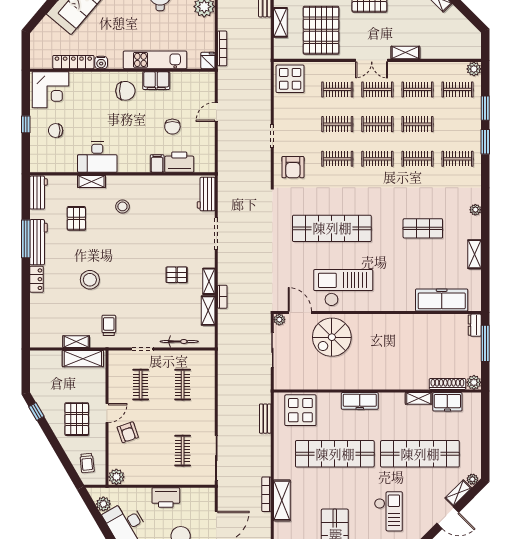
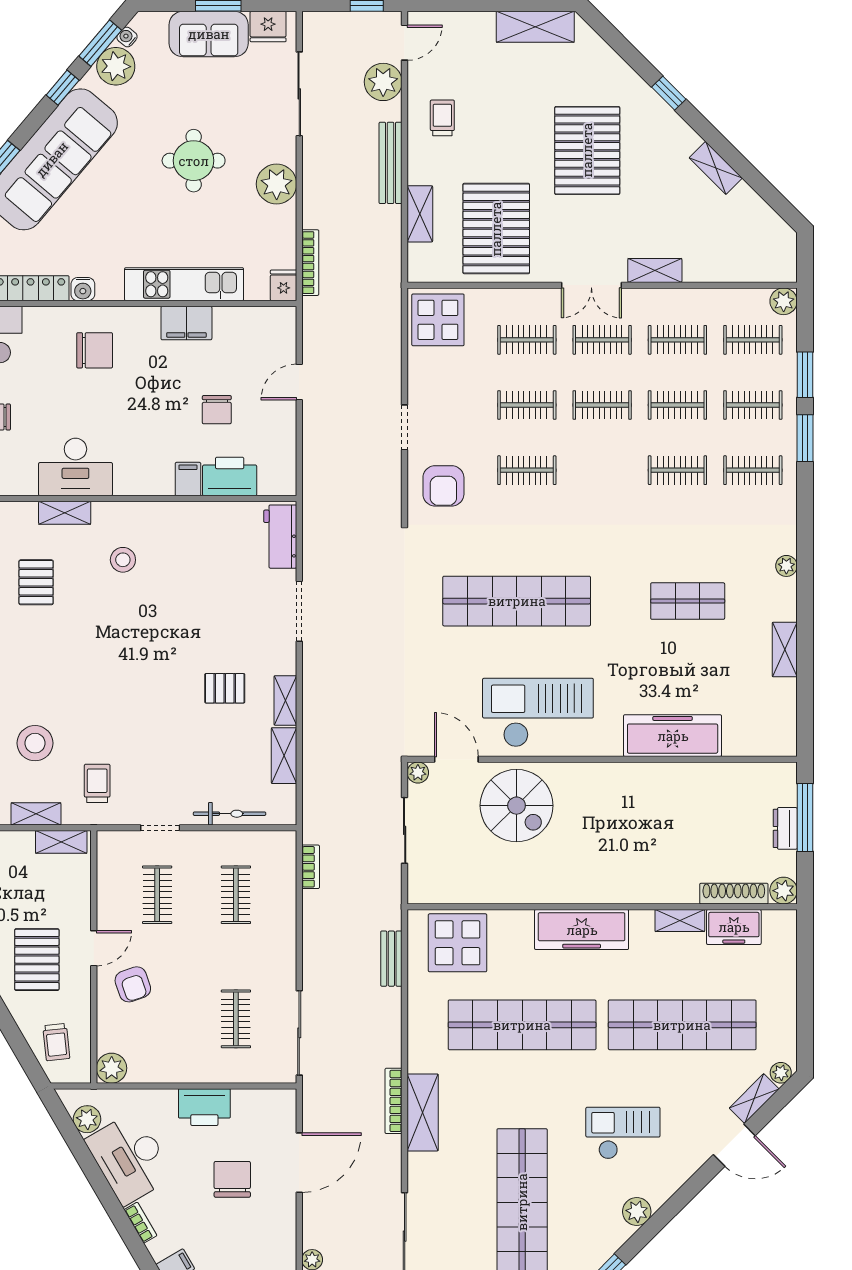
chair: (125, 91) -> (95, 350), moved
clothes rail: (377, 159) -> (753, 405), moved
stool: (90, 280) -> (35, 743), moved
bookcase: (222, 297) -> (311, 867), moved
freezer: (442, 300) -> (673, 736), moved
dresser: (475, 325) -> (785, 828), moved
spiral stairs: (332, 337) -> (517, 806), turned -90
shelving: (83, 359) -> (61, 842), width x0.67, depth x0.75
freezer: (360, 401) -> (582, 930), width x1.36, depth x1.26
checkout: (388, 511) -> (623, 1133), turned -90

